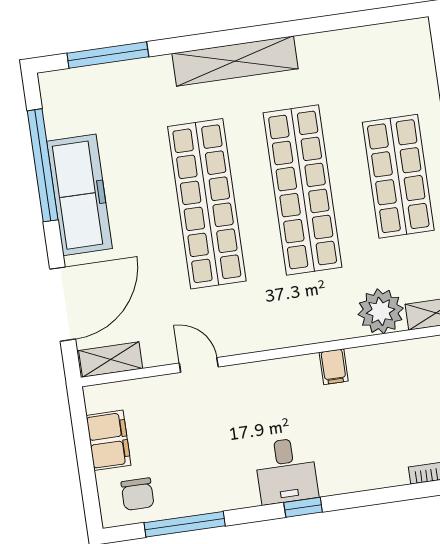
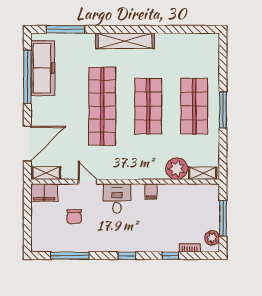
shop shelf: (303, 190) -> (148, 106), width x0.71
freezer: (79, 195) -> (43, 68), moved
filing cabinet: (108, 440) -> (44, 193), moved, turned 90
desk: (286, 471) -> (117, 199), moved, turned 180
chair: (138, 494) -> (74, 217), moved
window: (394, 494) -> (171, 256), added

